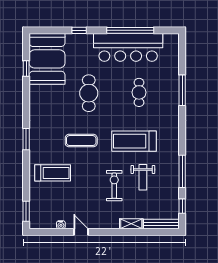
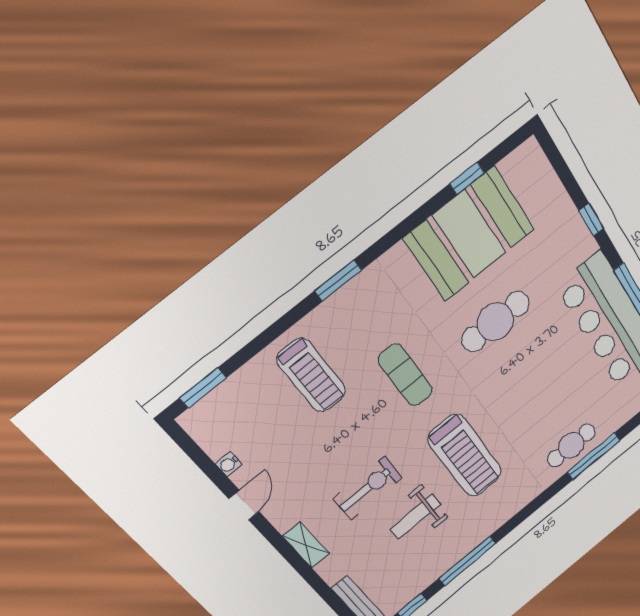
booth: (47, 59) -> (469, 234), moved
cafe table: (139, 92) -> (571, 445), moved
treadmill: (134, 141) -> (465, 456), turned 180
shelving: (131, 224) -> (306, 545), moved

